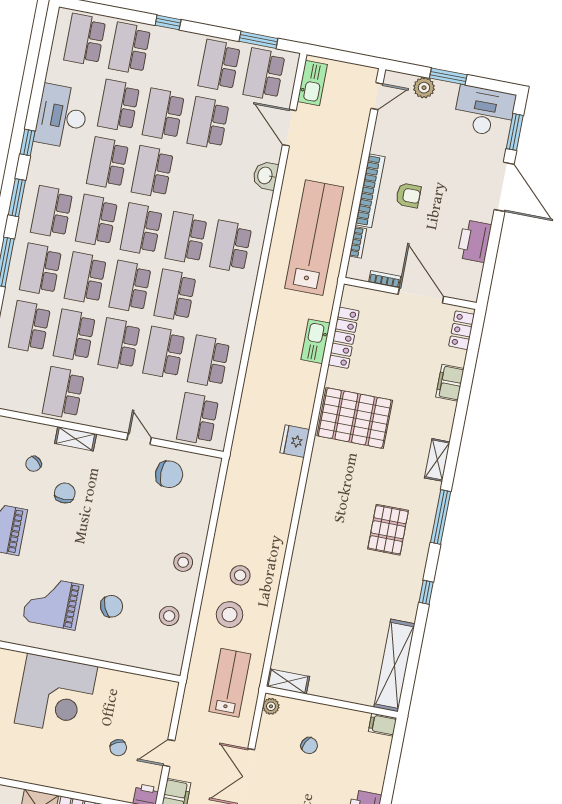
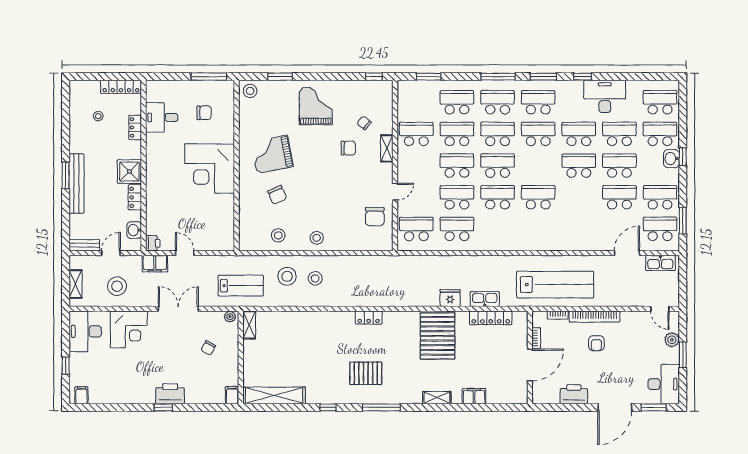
washbasin: (266, 176) -> (671, 159), moved, turned -90
school desk: (141, 229) -> (538, 166), removed
school desk: (231, 247) -> (538, 229), removed
locker: (462, 330) -> (369, 318), moved, turned 180
fridge: (295, 441) -> (450, 298), moved
shelving: (437, 460) -> (437, 398), moved
grand piano: (53, 603) -> (272, 154), turned -101
chair: (118, 748) -> (182, 218), removed

